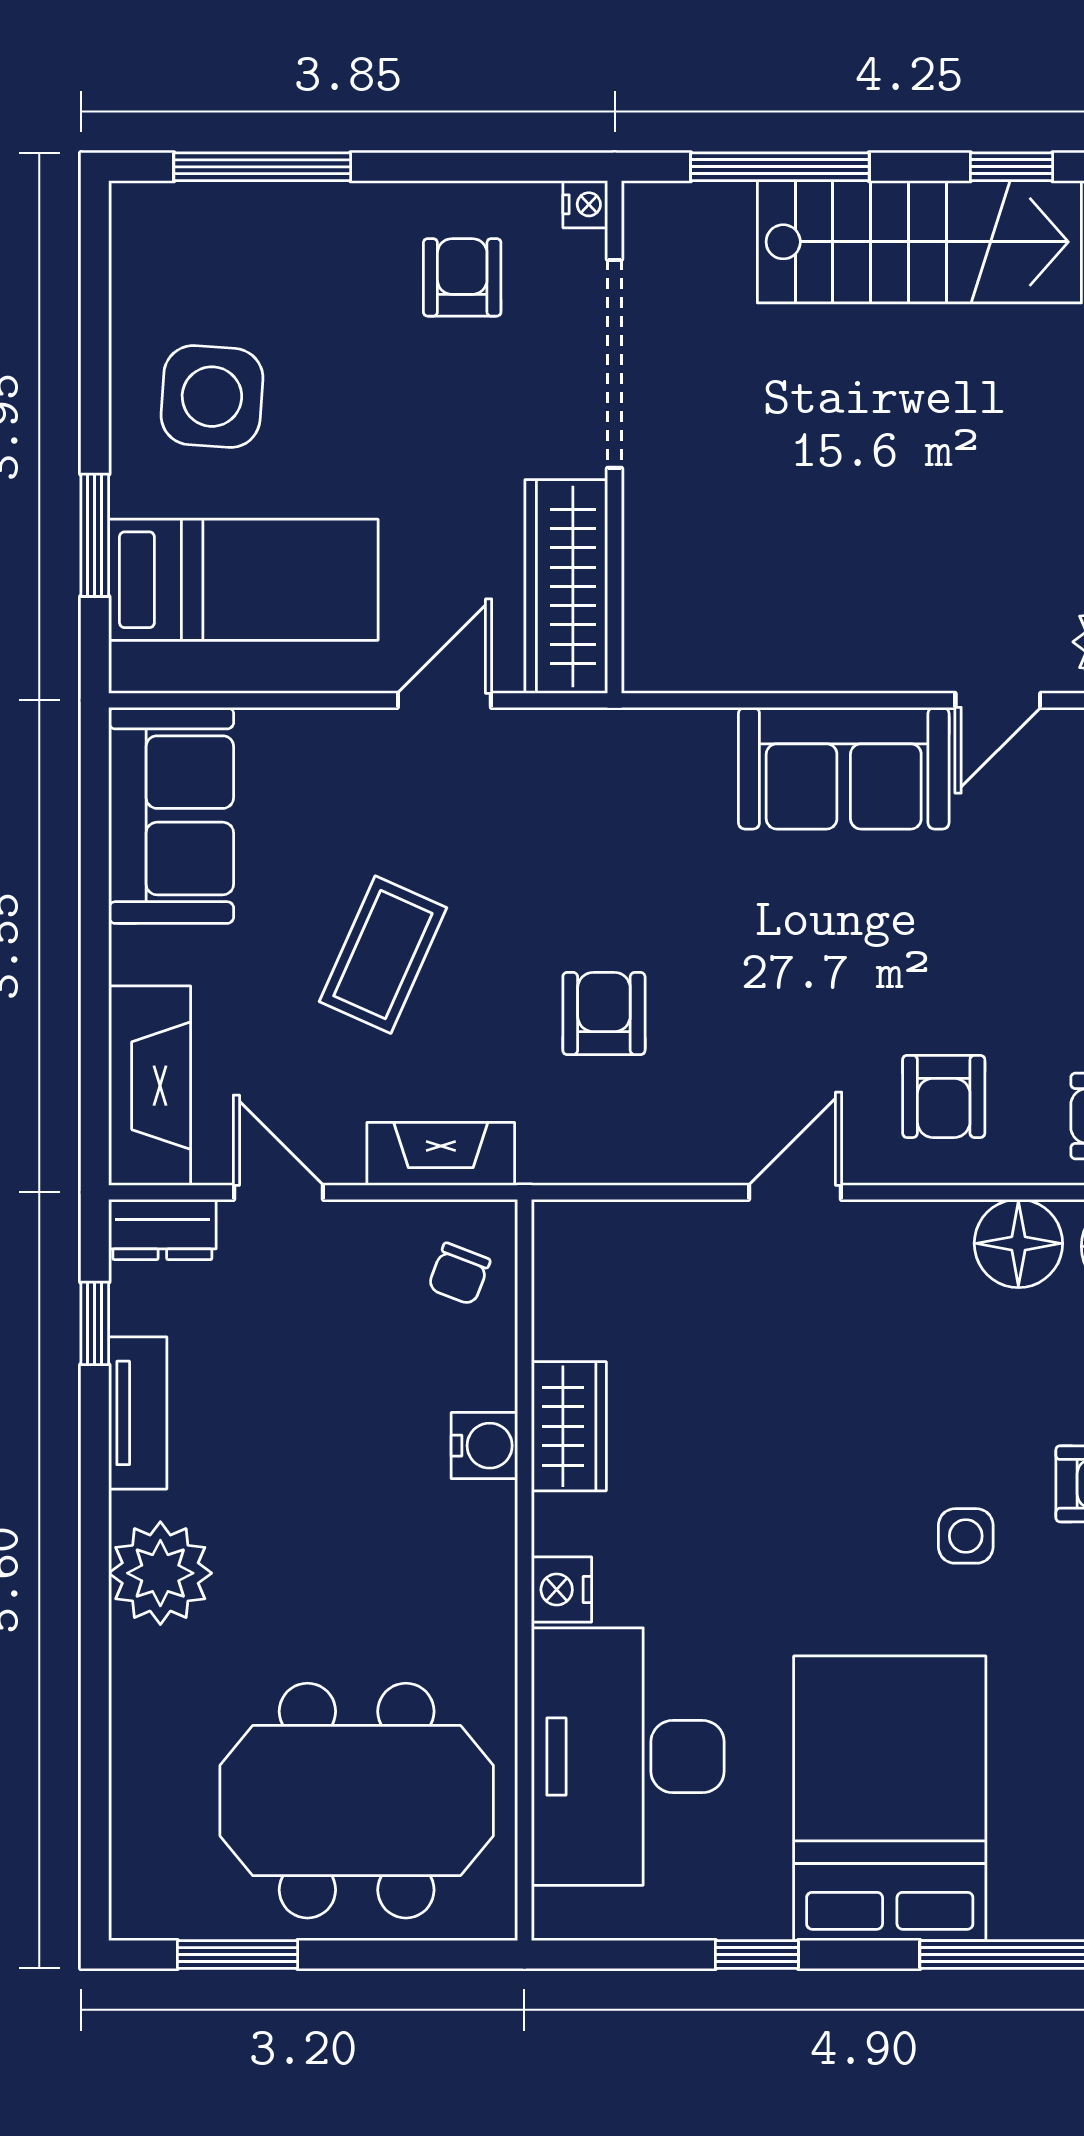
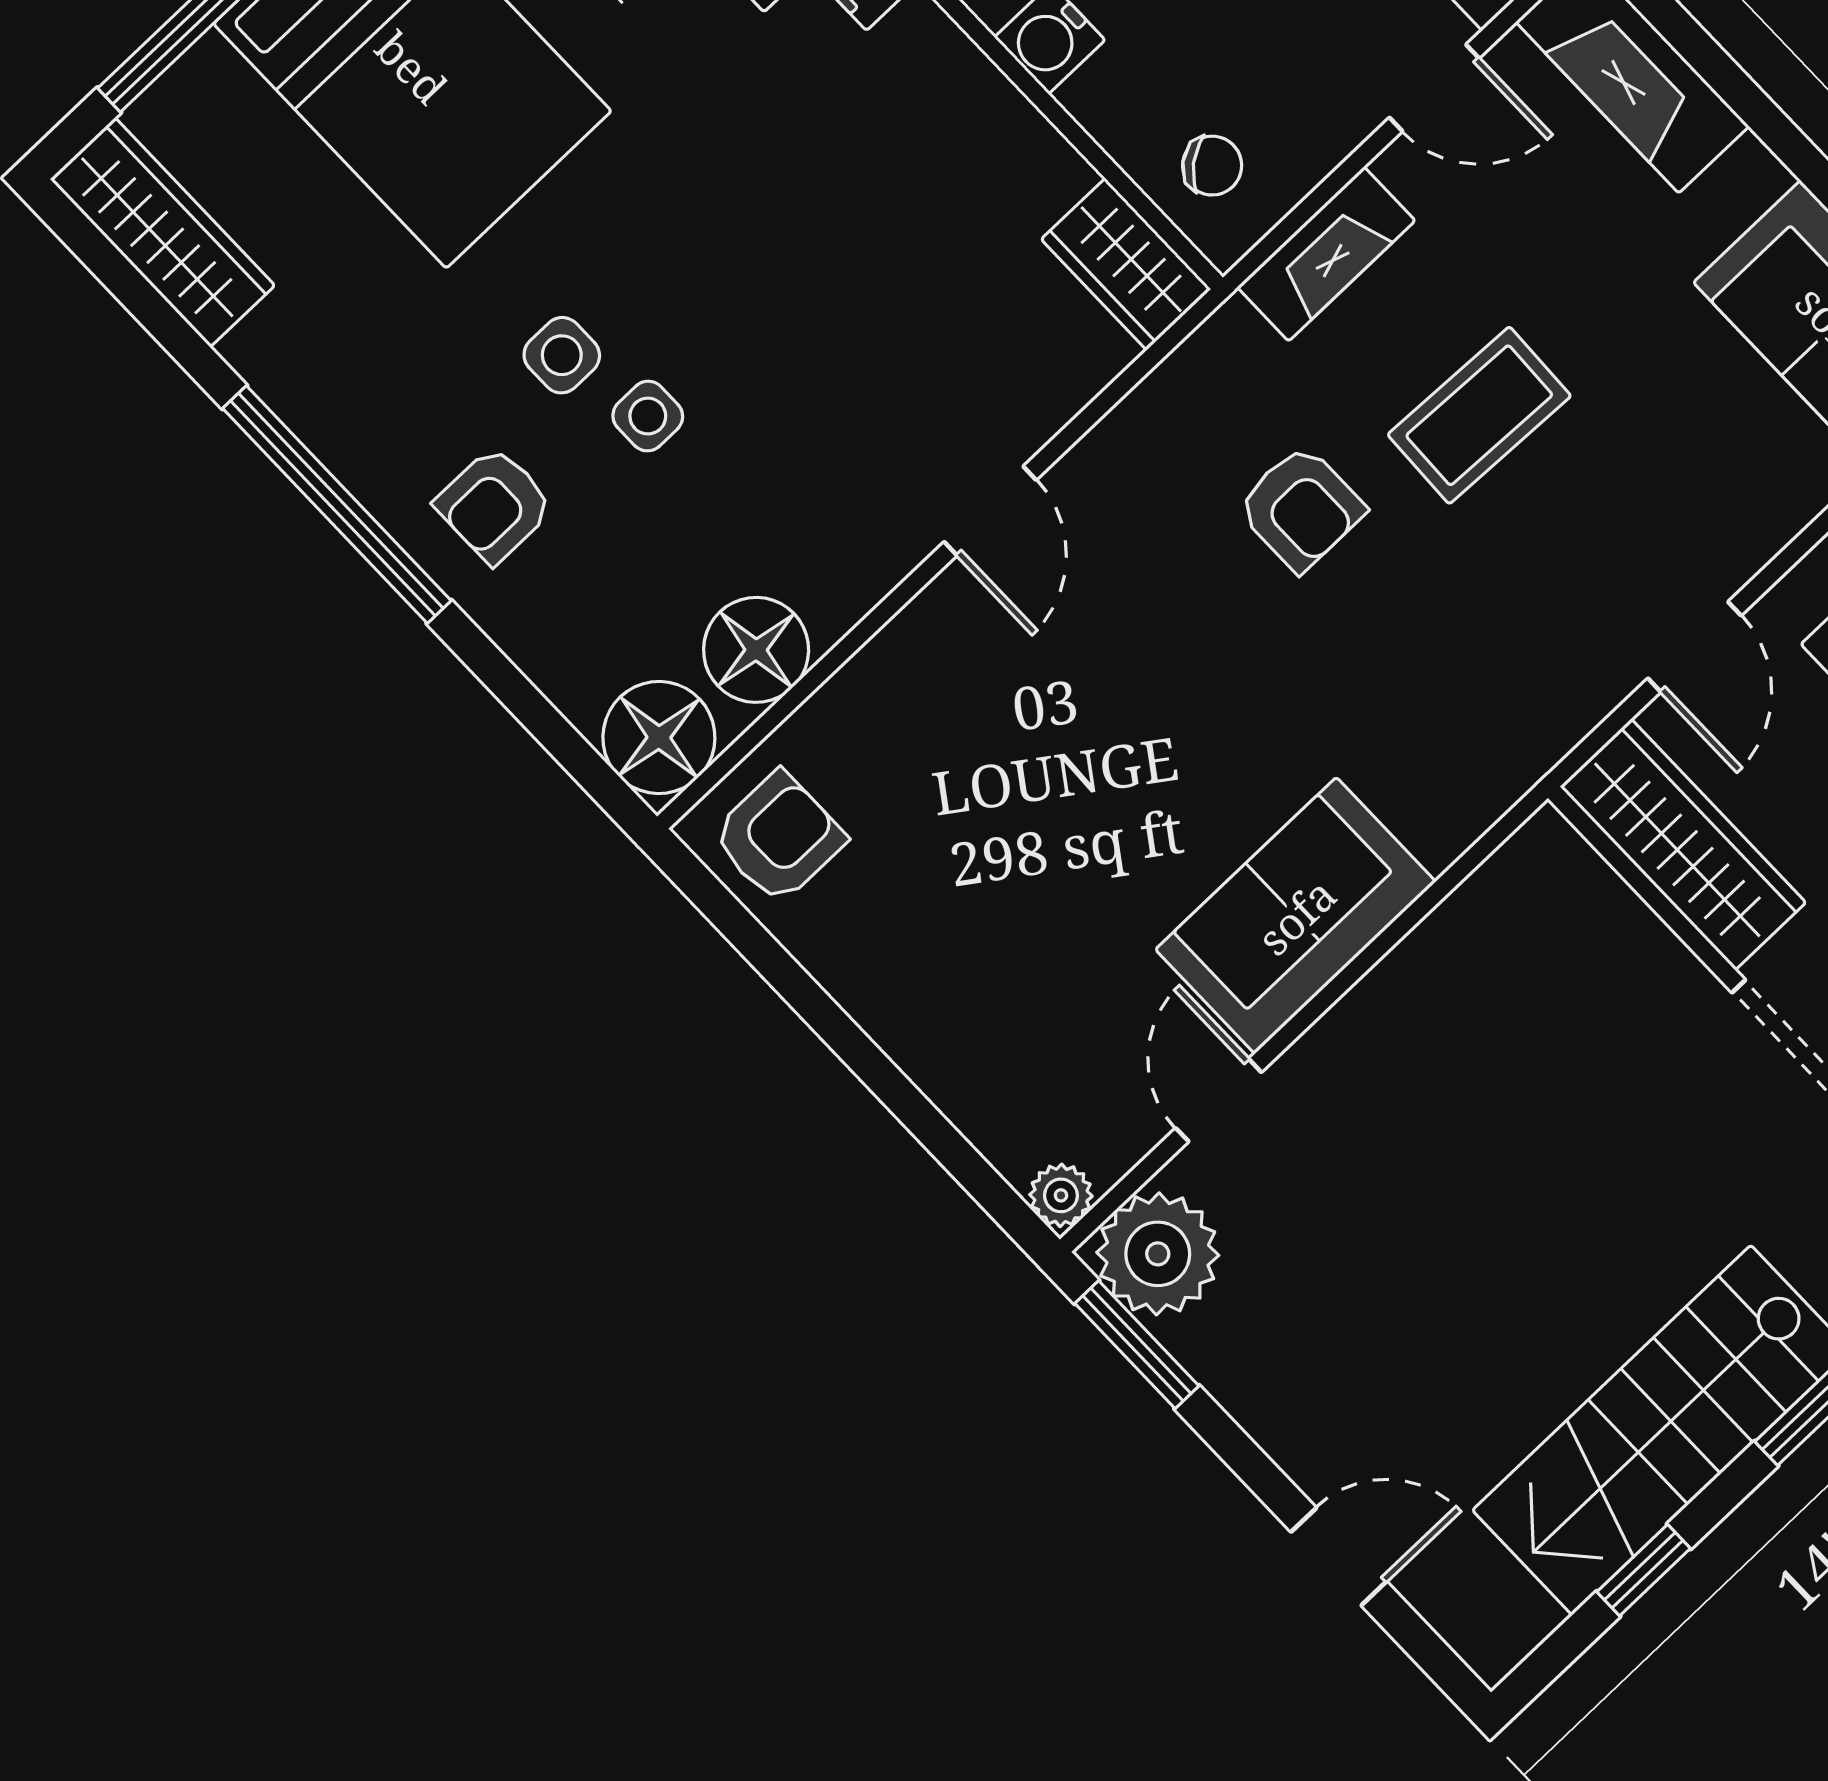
coffee table: (383, 955) -> (1479, 415), moved, turned 68
armchair: (944, 1096) -> (941, 715), removed
chair: (459, 1274) -> (1212, 166), turned 120
wardrobe: (569, 1426) -> (1126, 264), moved
side table: (949, 1449) -> (648, 416), added

